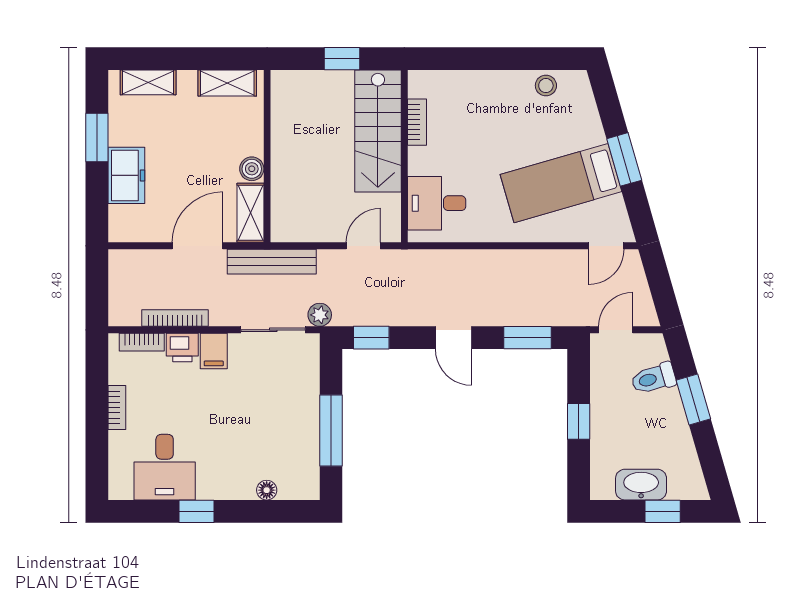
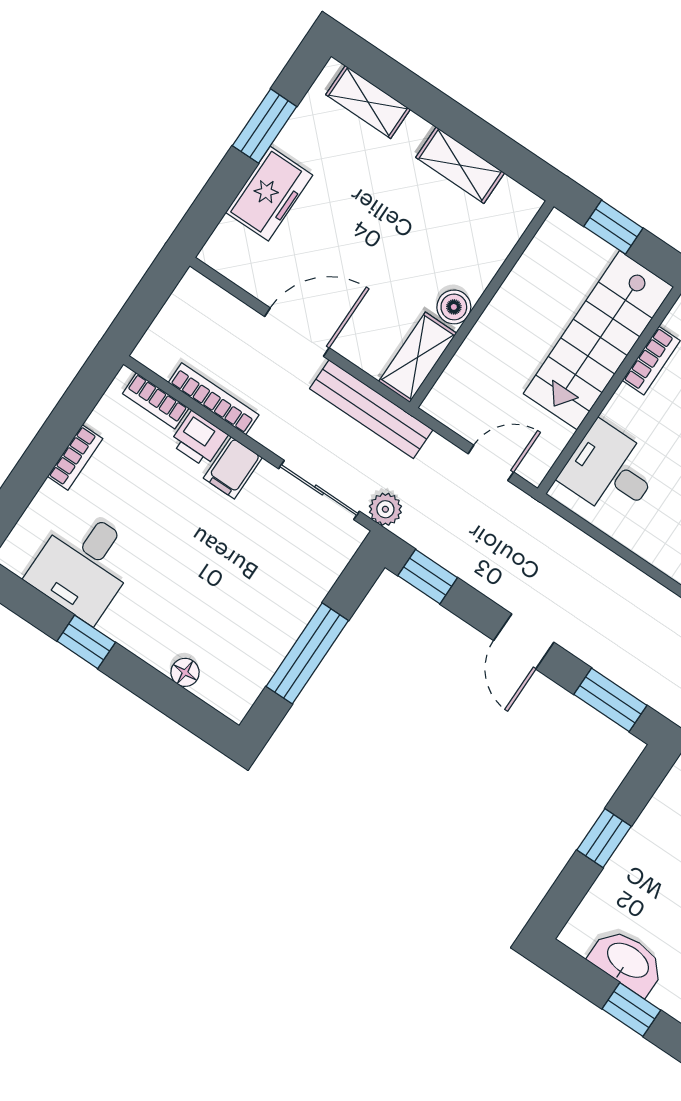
wall: (267, 156) -> (482, 304), moved
boiler: (252, 169) -> (454, 307), moved
shelving: (250, 213) -> (418, 357), moved

